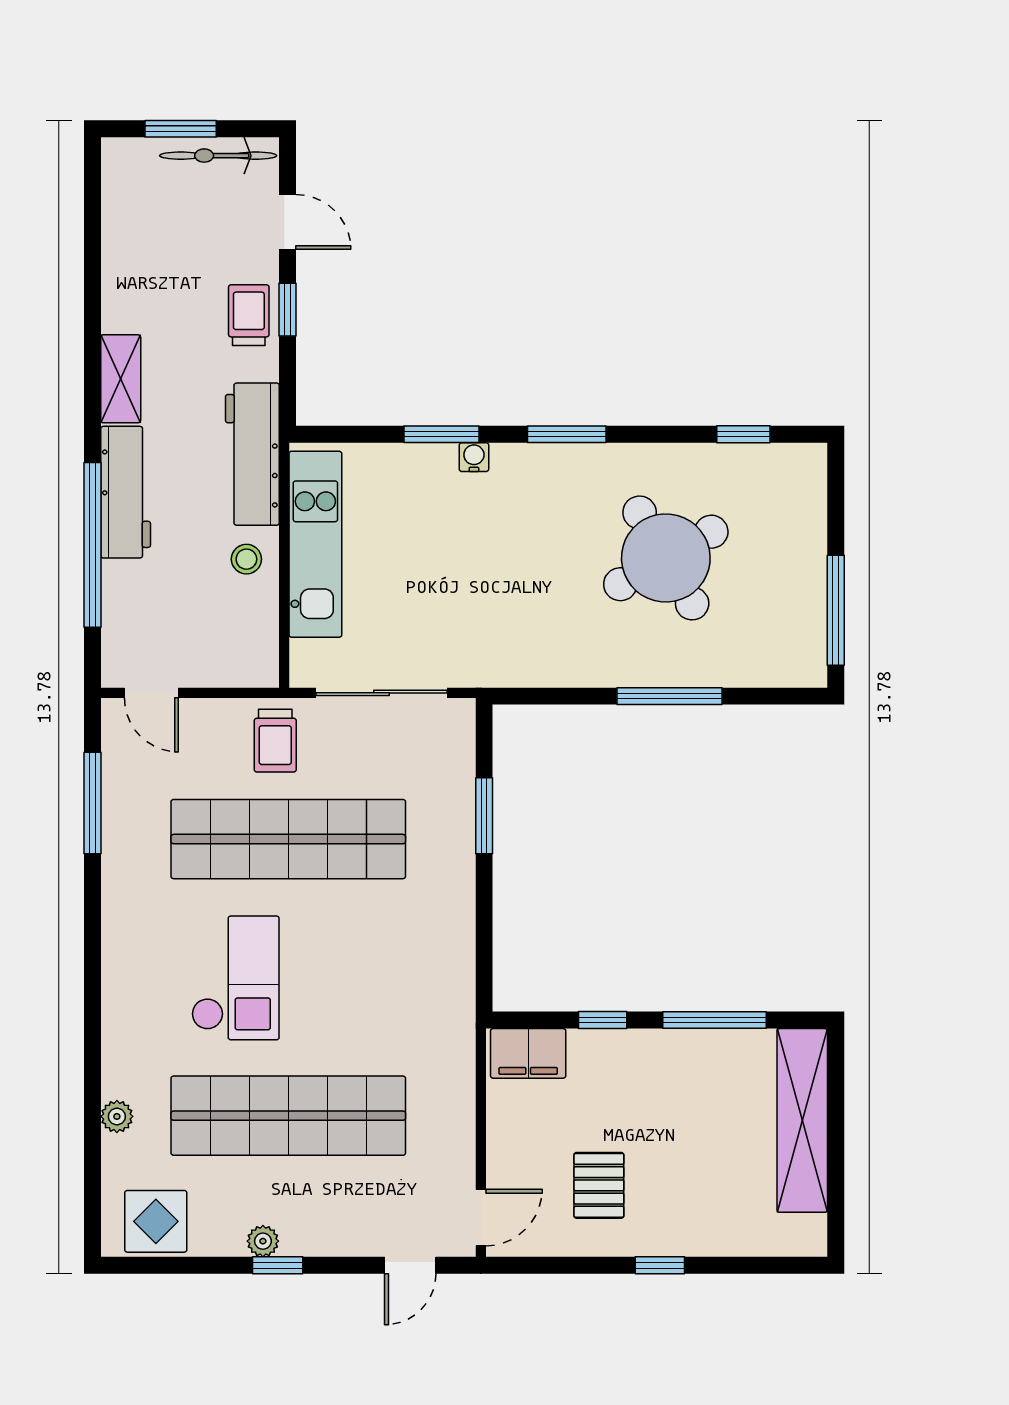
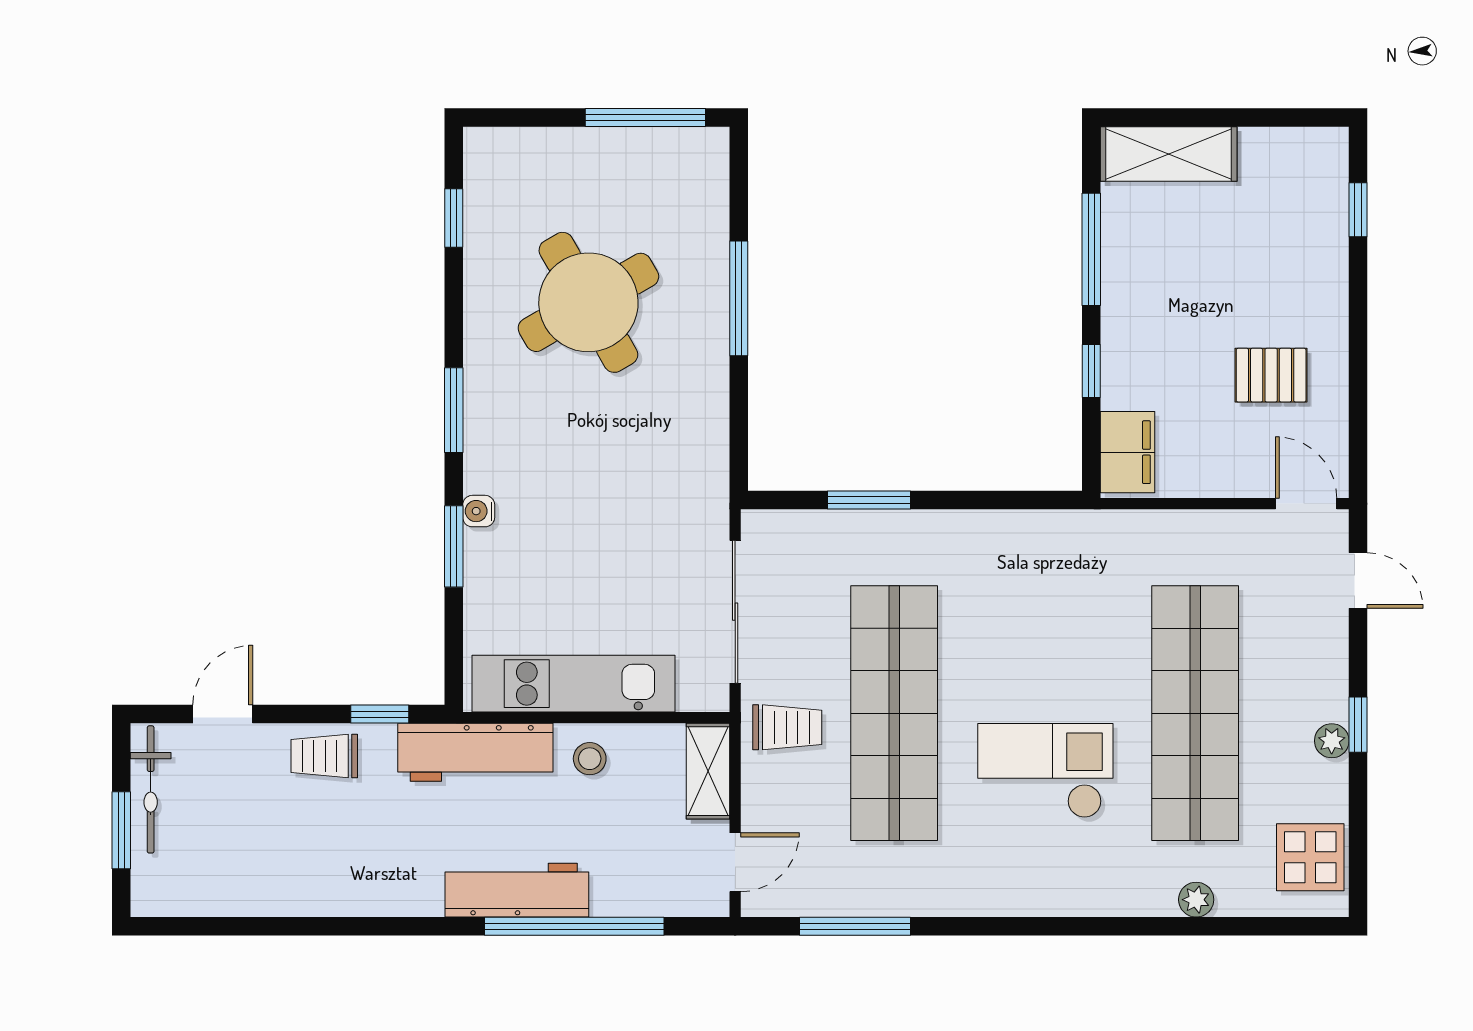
window: (287, 310) -> (380, 714), moved
shelving: (121, 379) -> (708, 771), moved, turned 90
shelving: (802, 1120) -> (1169, 154), width x0.68
window: (660, 1265) -> (1358, 210), moved

